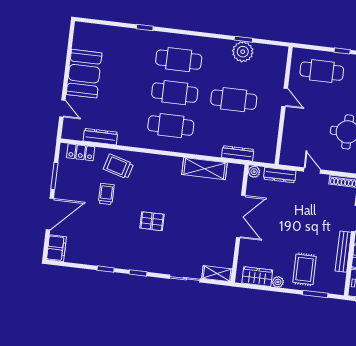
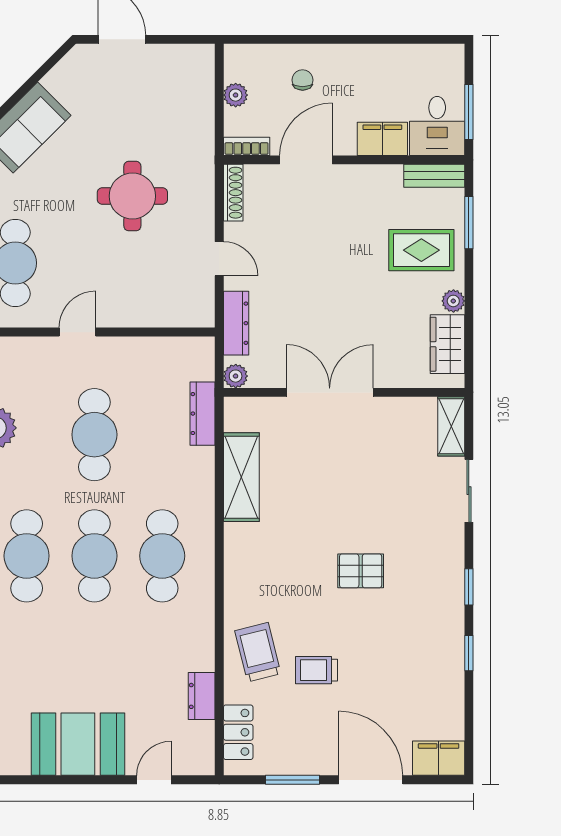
dresser: (100, 137) -> (202, 696), width x0.70
trolley: (118, 166) -> (258, 652), turned 150
door: (312, 171) -> (219, 259), swing flipped
pallet: (152, 221) -> (361, 571), turned 90
bench: (343, 252) -> (434, 176), moved, width x0.73

